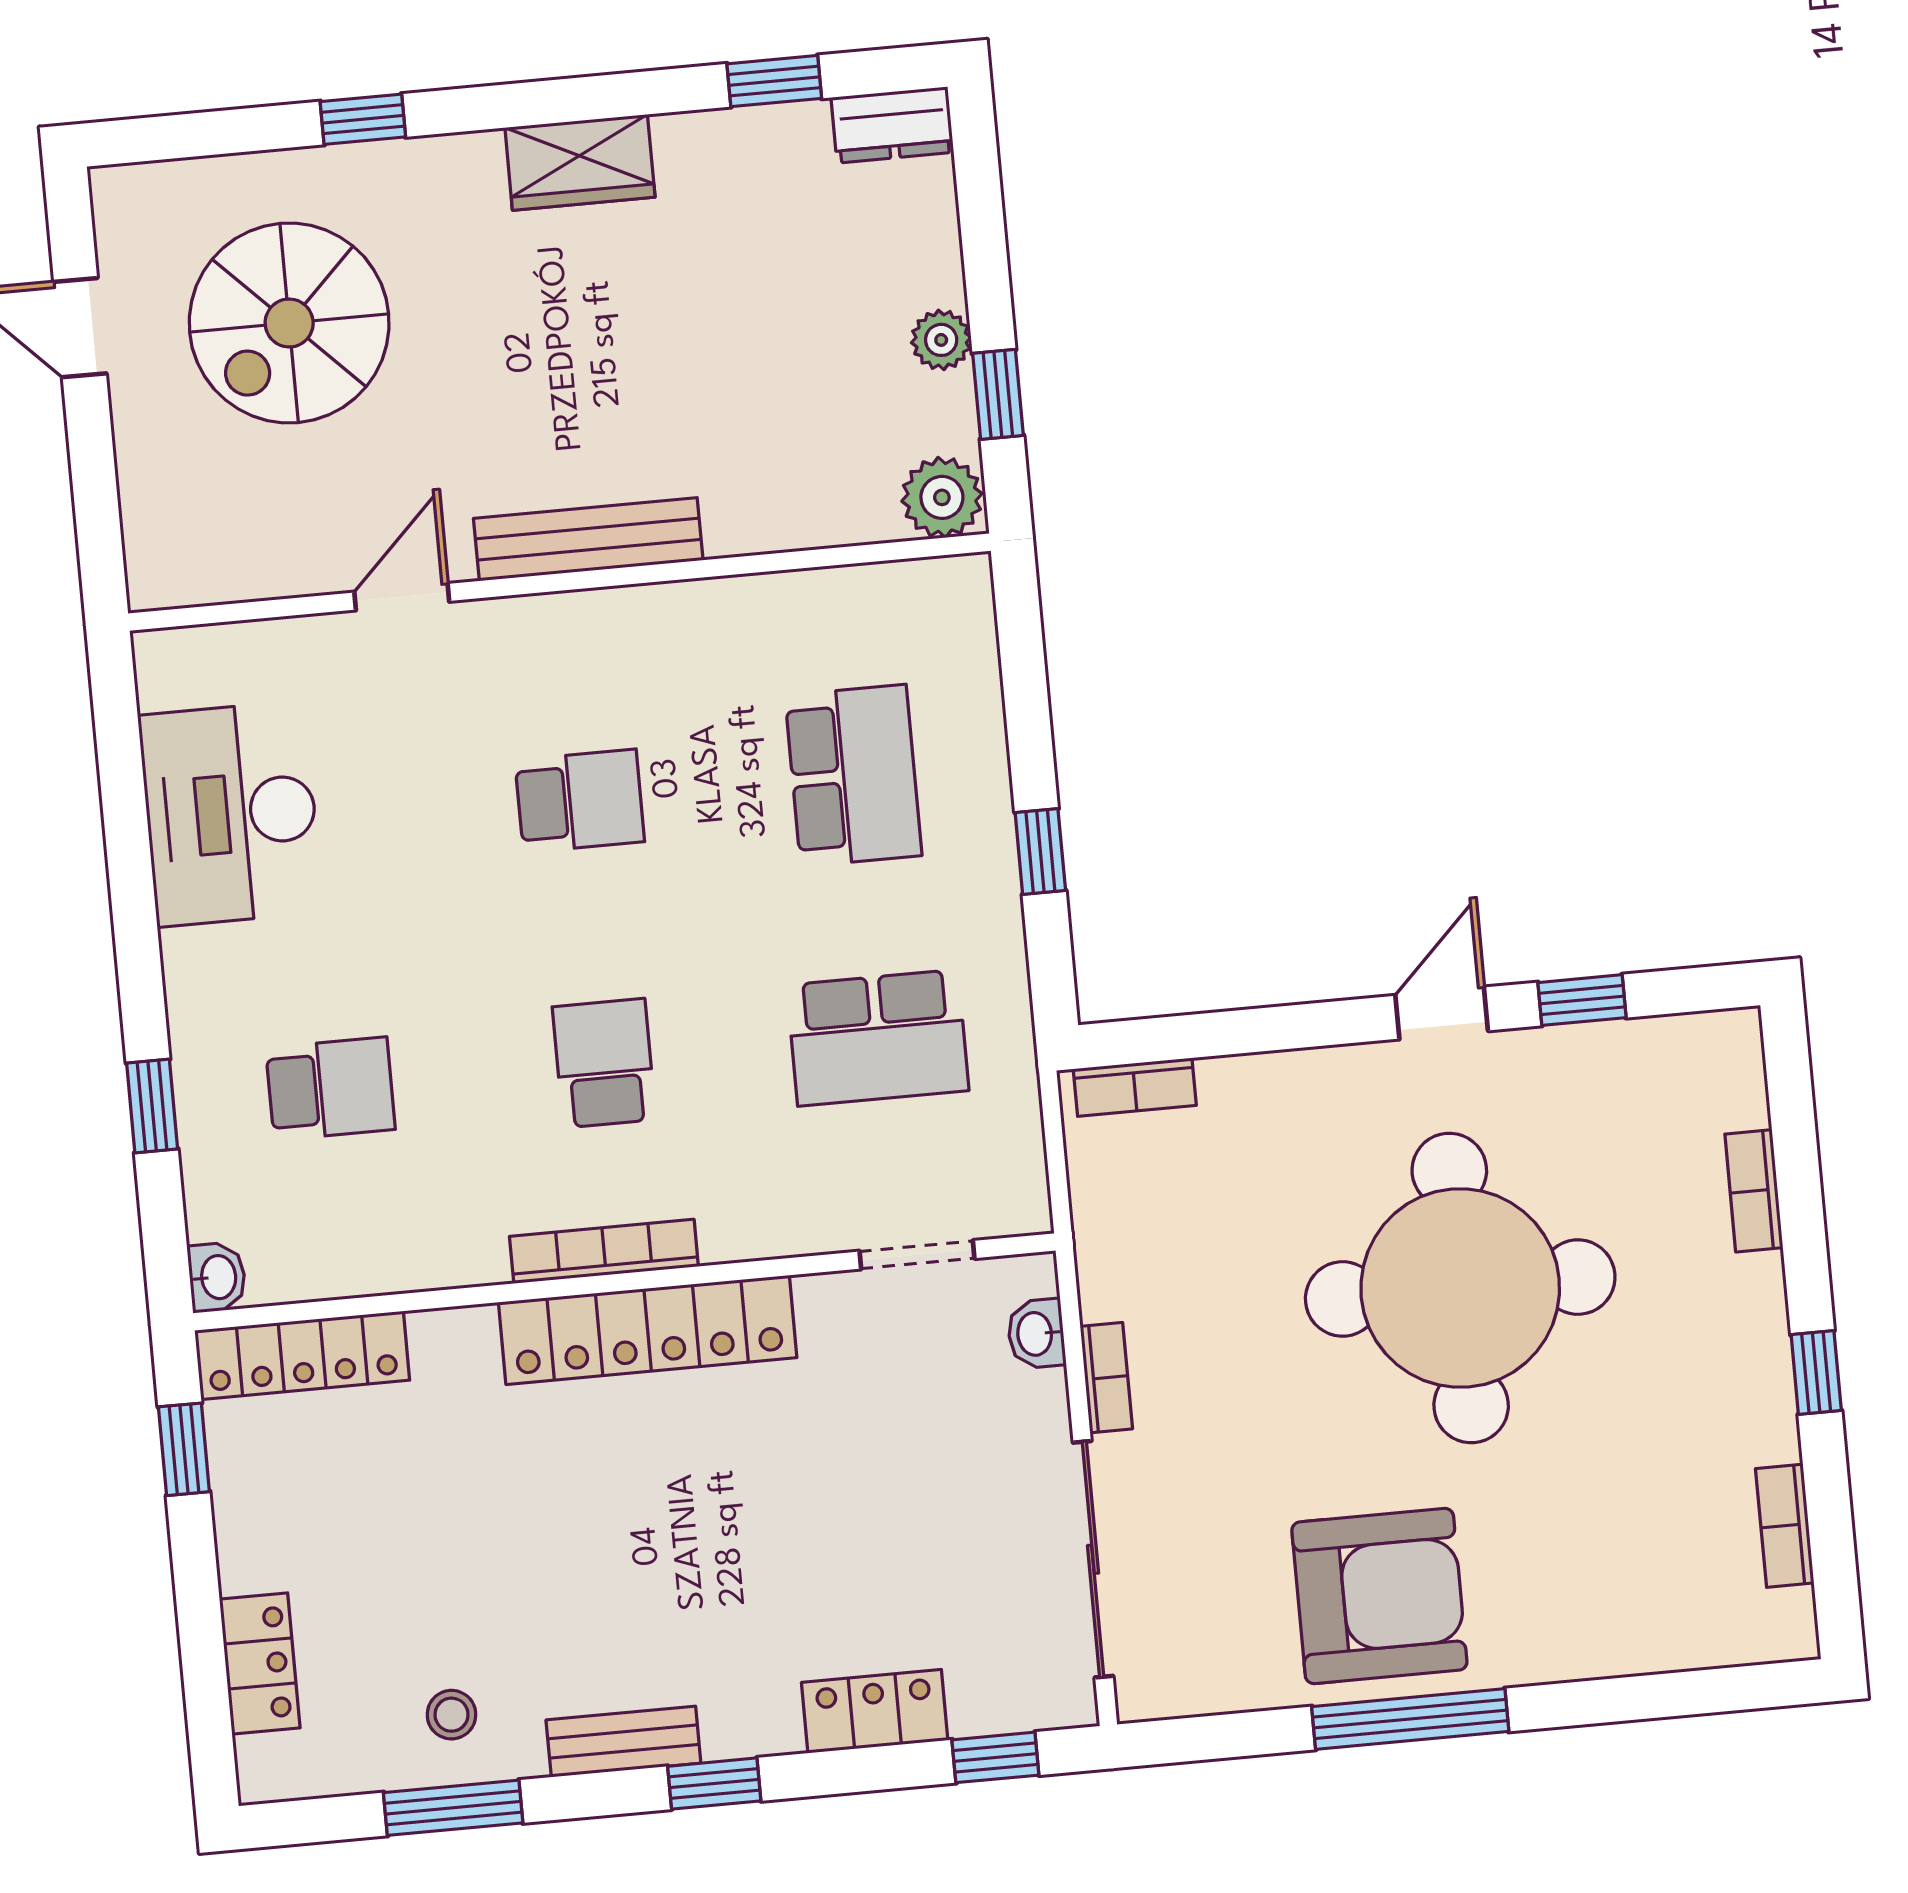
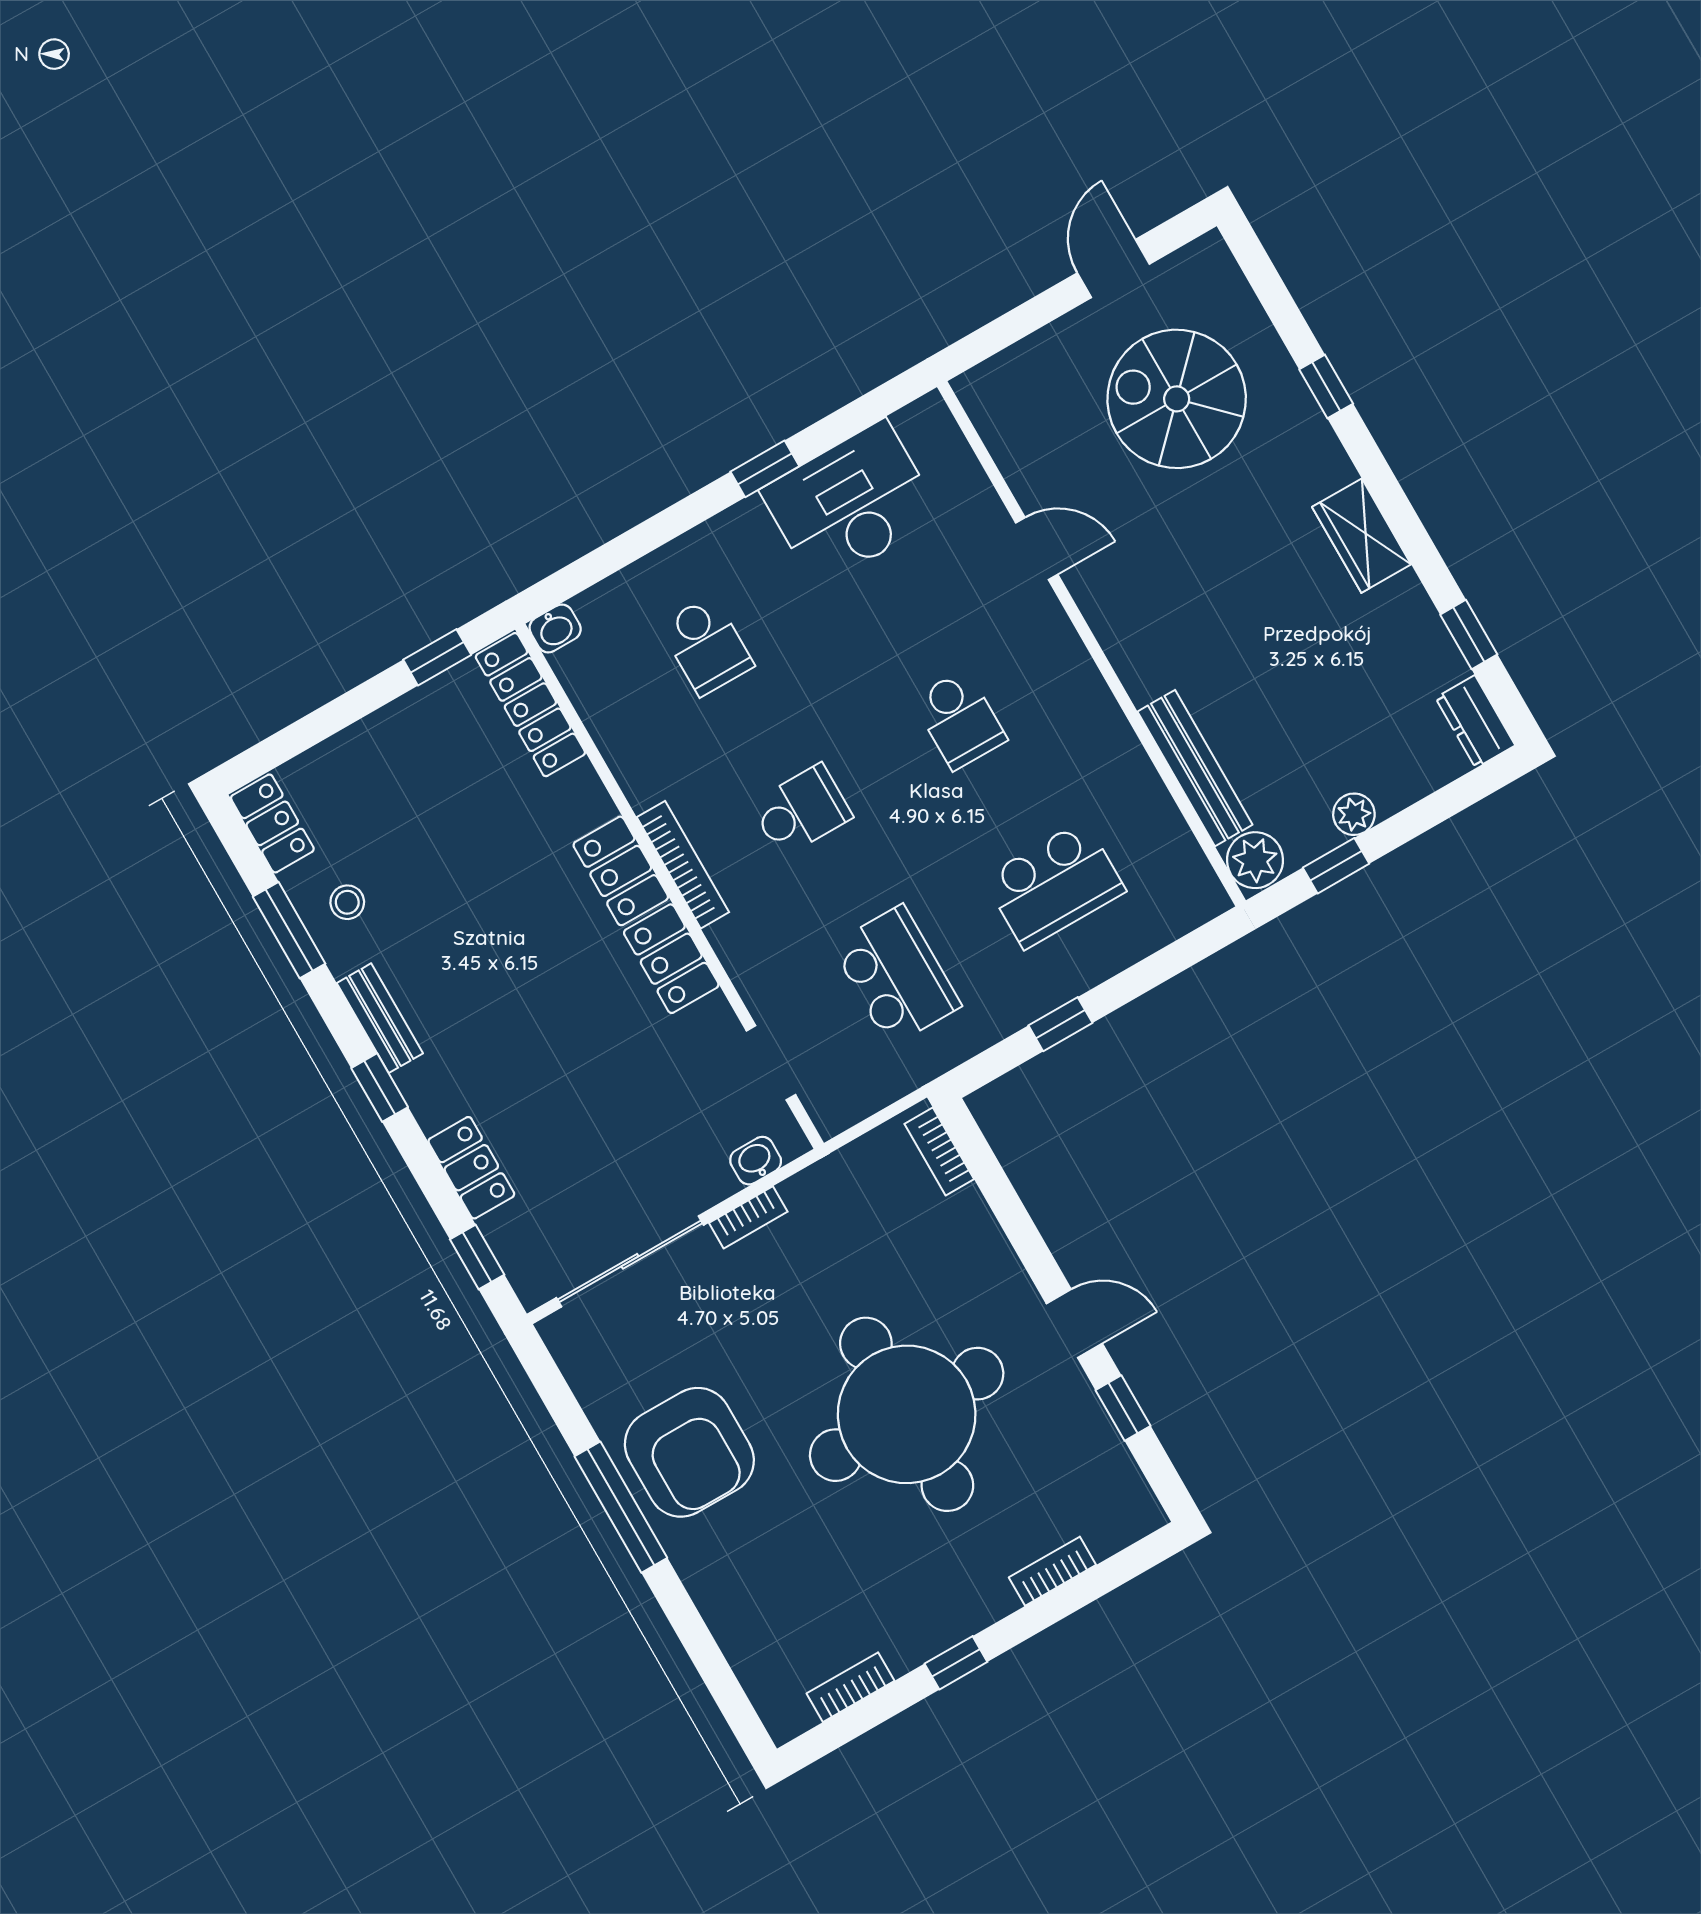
bench: (588, 539) -> (1195, 768), moved
school desk: (878, 1038) -> (896, 975), turned 180
window: (152, 1106) -> (765, 469), moved
locker: (260, 1663) -> (272, 823), moved, turned -90

